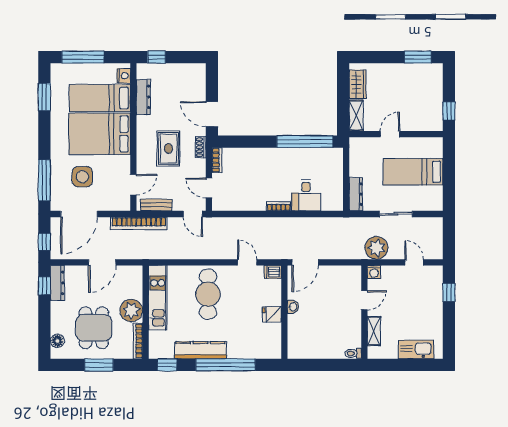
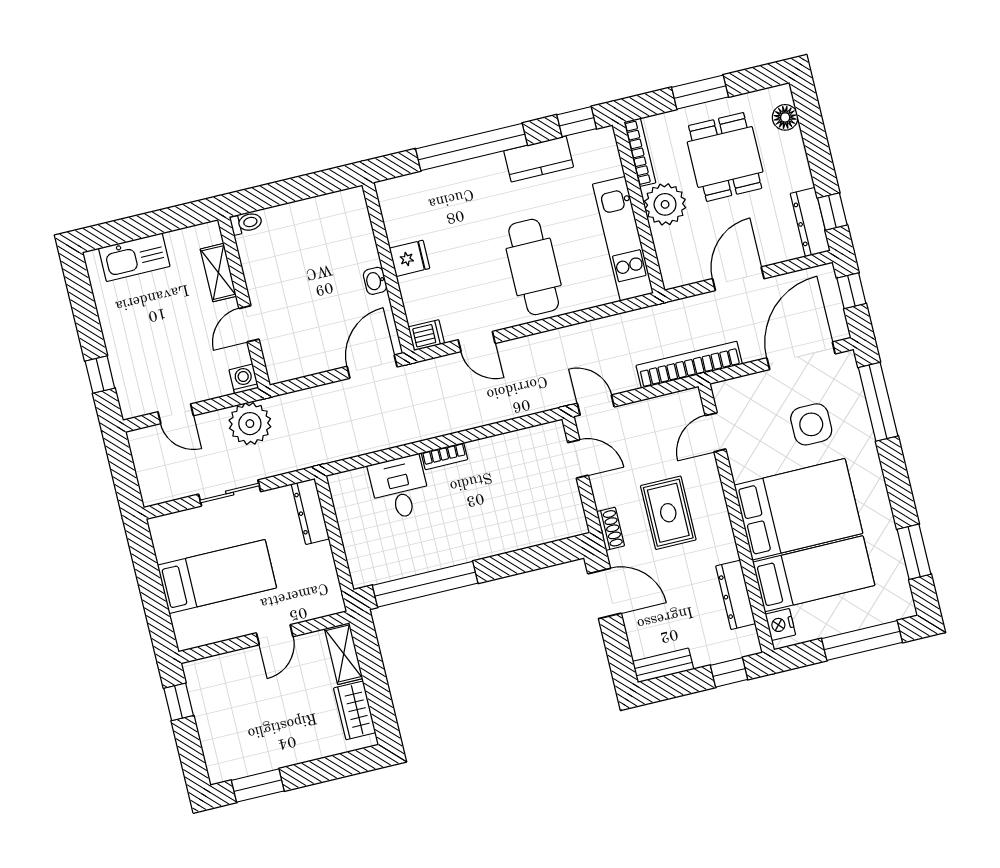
bookcase: (217, 160) -> (576, 513), removed
bench: (156, 205) -> (663, 665), moved
kitchen counter: (200, 350) -> (539, 159), width x0.67

